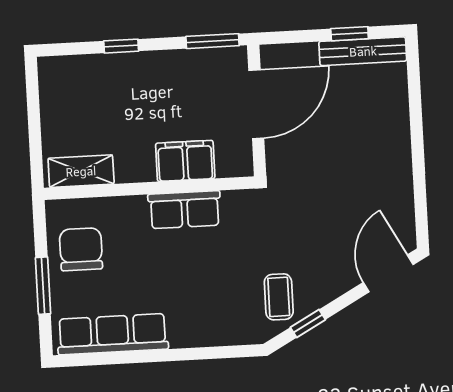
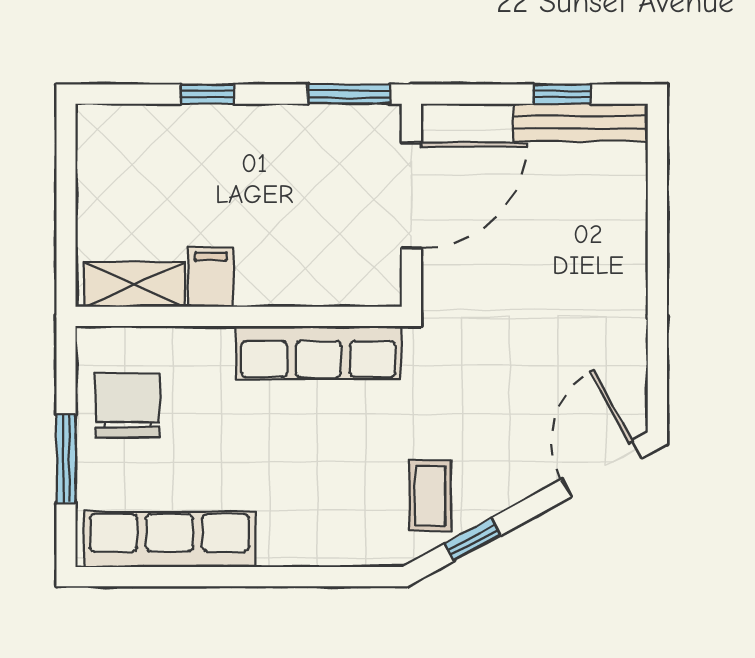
filing cabinet: (185, 161) -> (211, 277), moved, width x0.50
row of seats: (185, 210) -> (318, 353), width x1.48

